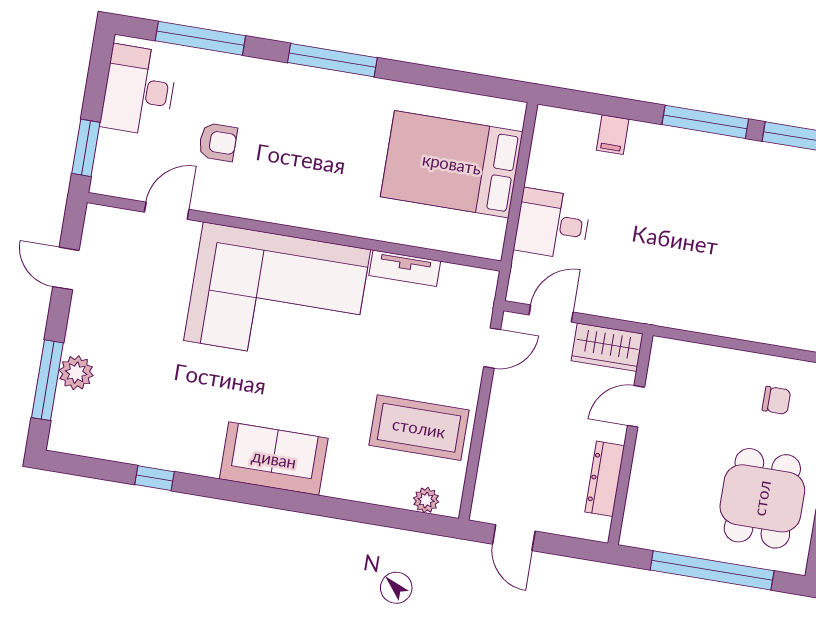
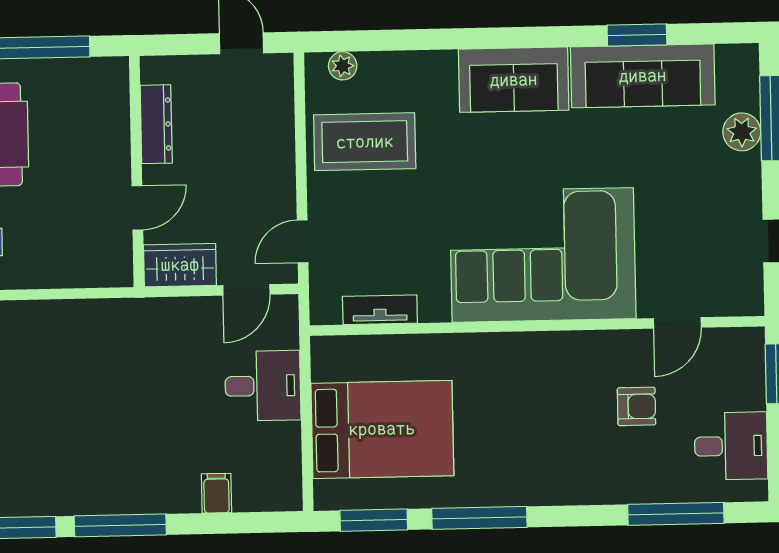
window: (332, 60) -> (479, 518), moved
window: (475, 84) -> (374, 520), added
desk: (139, 90) -> (731, 446), width x0.73
armchair: (218, 142) -> (636, 406), turned 180
tv unit: (405, 268) -> (380, 310), moved
sofa: (156, 440) -> (643, 76), added
window: (155, 478) -> (637, 35), width x1.50

